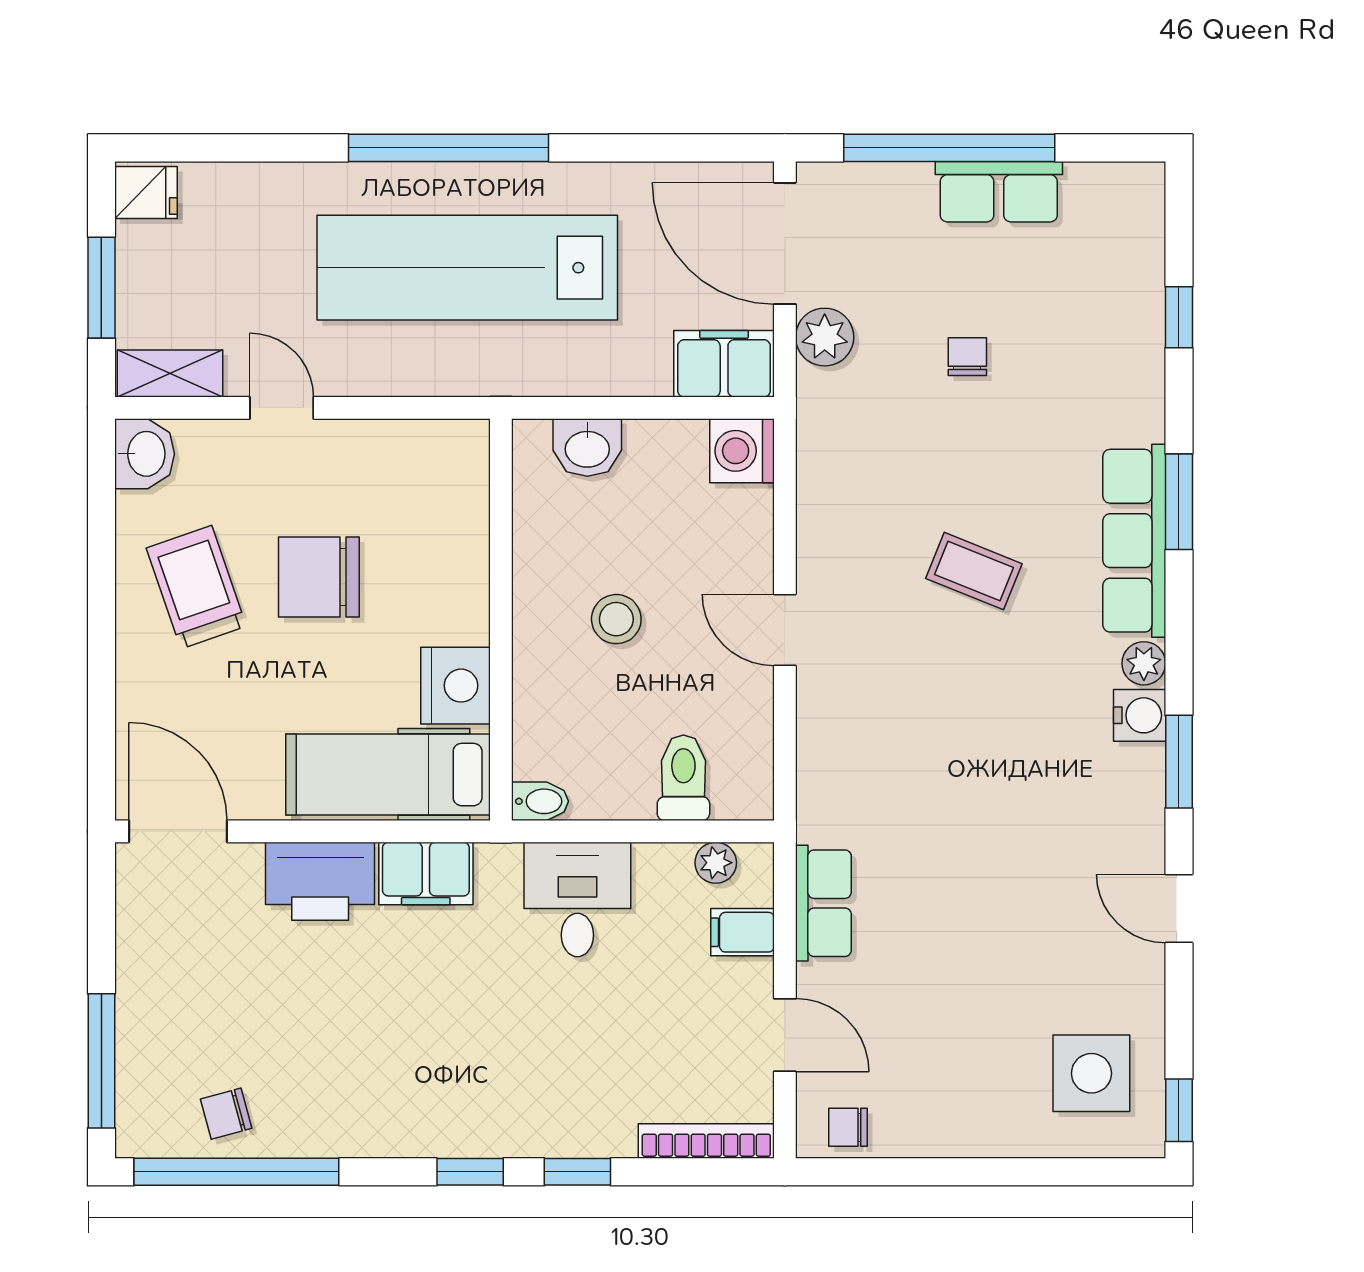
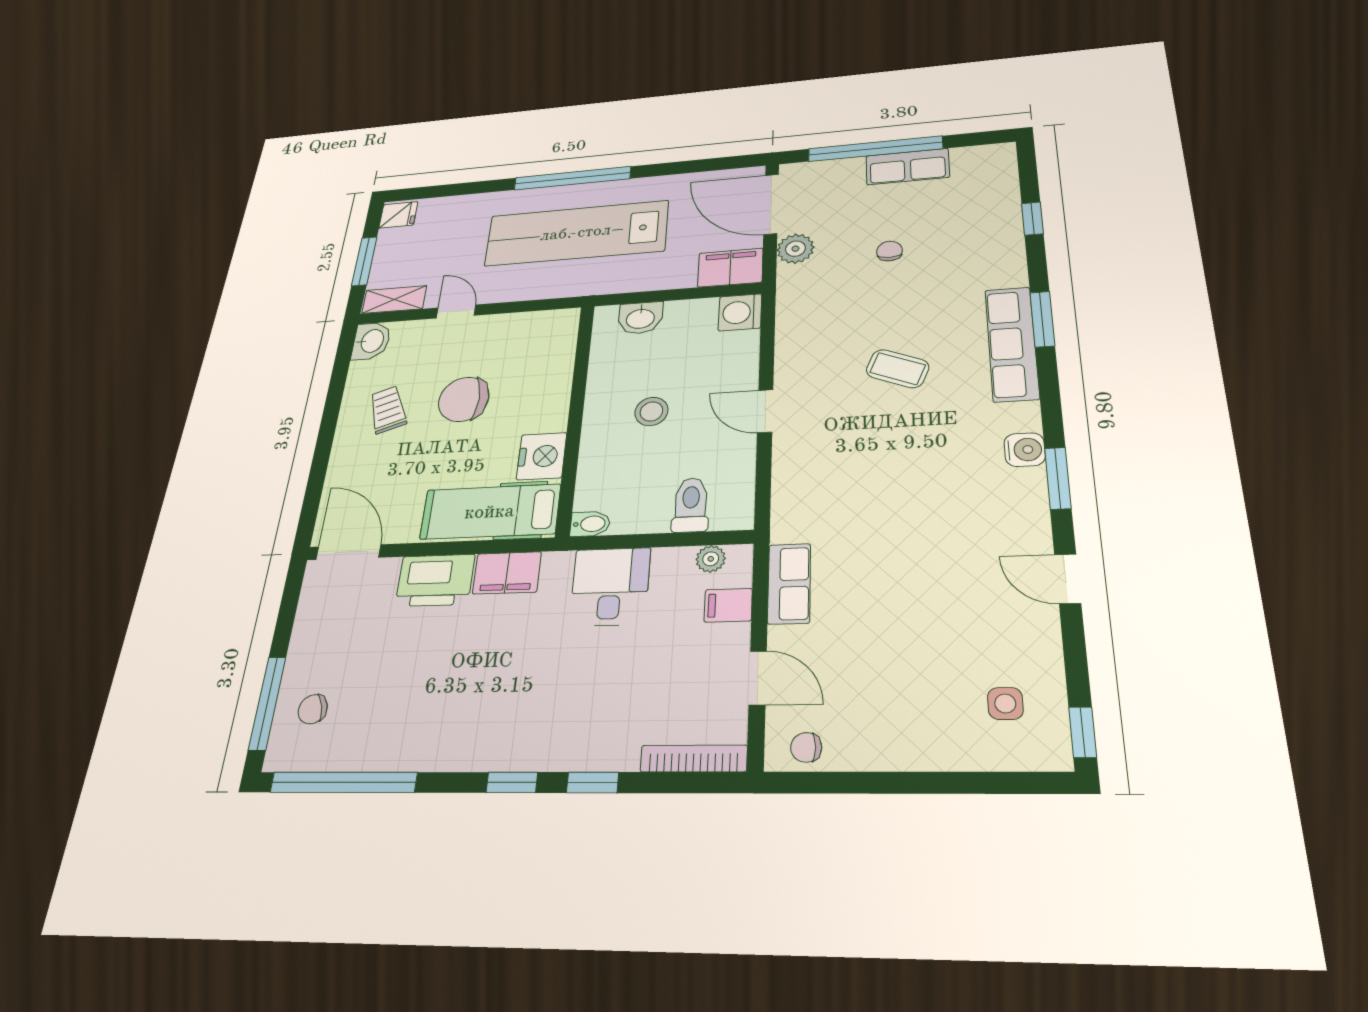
trolley: (196, 587) -> (388, 410), width x0.73, depth x0.72
plant: (1144, 663) -> (1025, 417), removed
side table: (1091, 1073) -> (1005, 703), width x0.54, depth x0.54
chair: (226, 1114) -> (313, 709), moved

